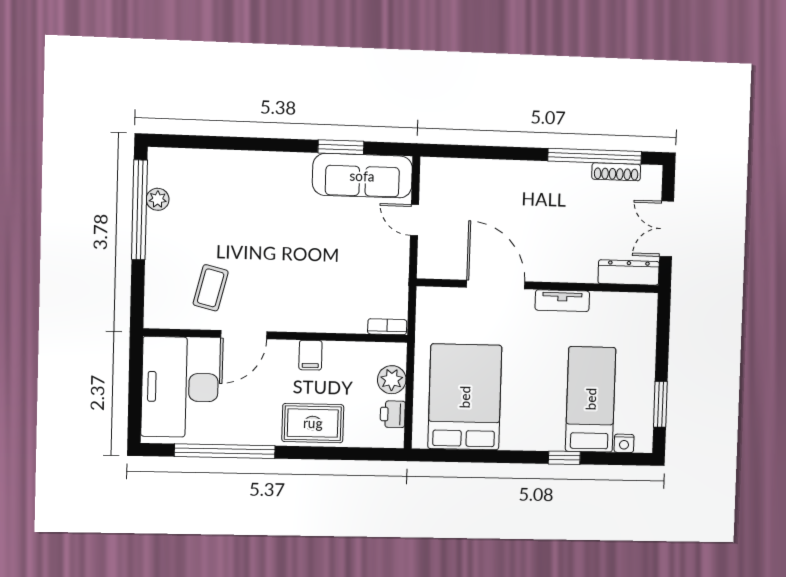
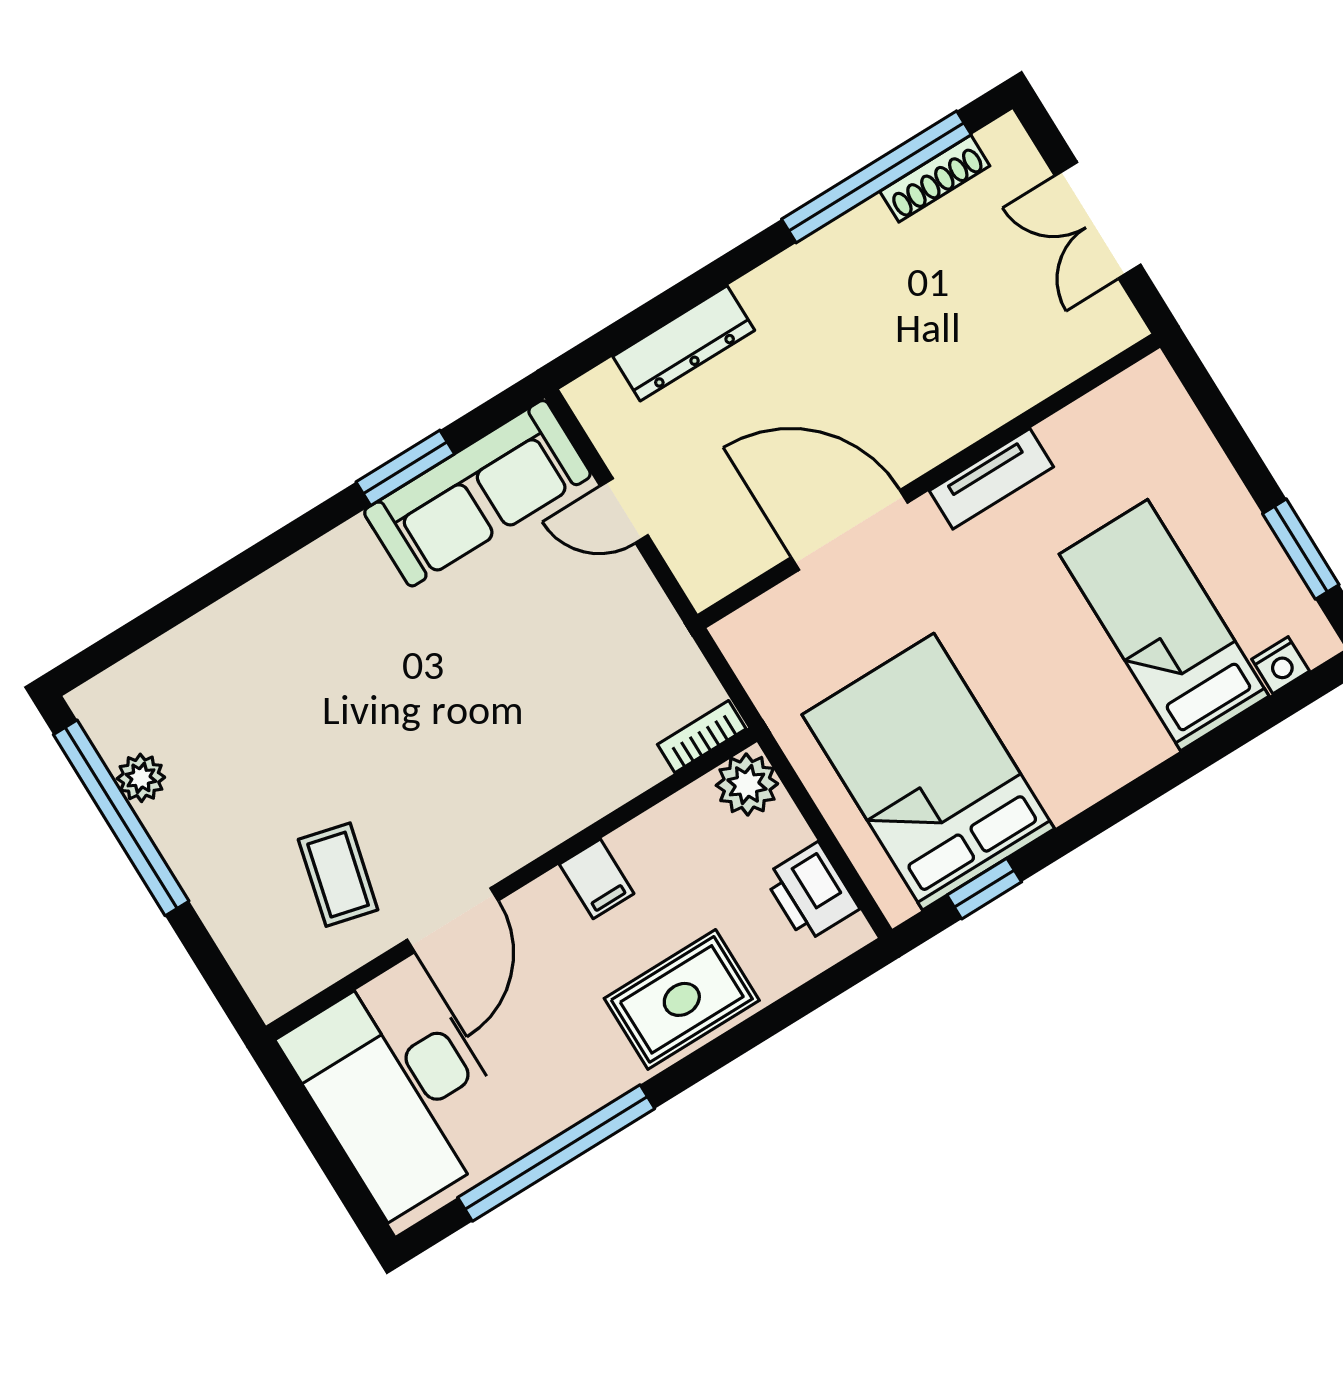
dresser: (629, 272) -> (684, 343), moved, turned 180
plant: (392, 380) -> (747, 784), moved
printer: (393, 414) -> (811, 892), width x1.36, depth x1.24
window: (564, 458) -> (984, 889), moved

